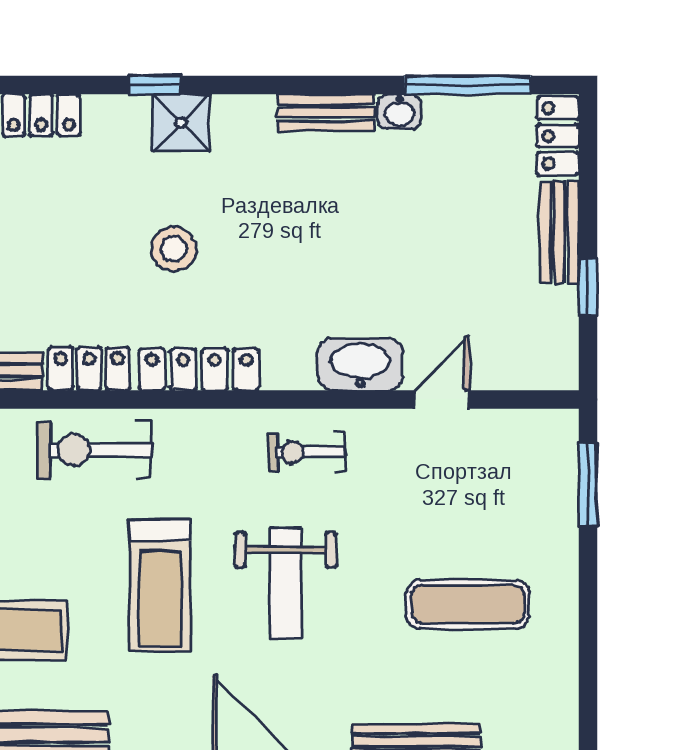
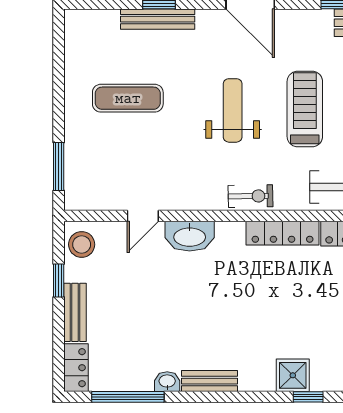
stool: (174, 249) -> (82, 244), moved
exercise bike: (307, 452) -> (250, 196), moved

